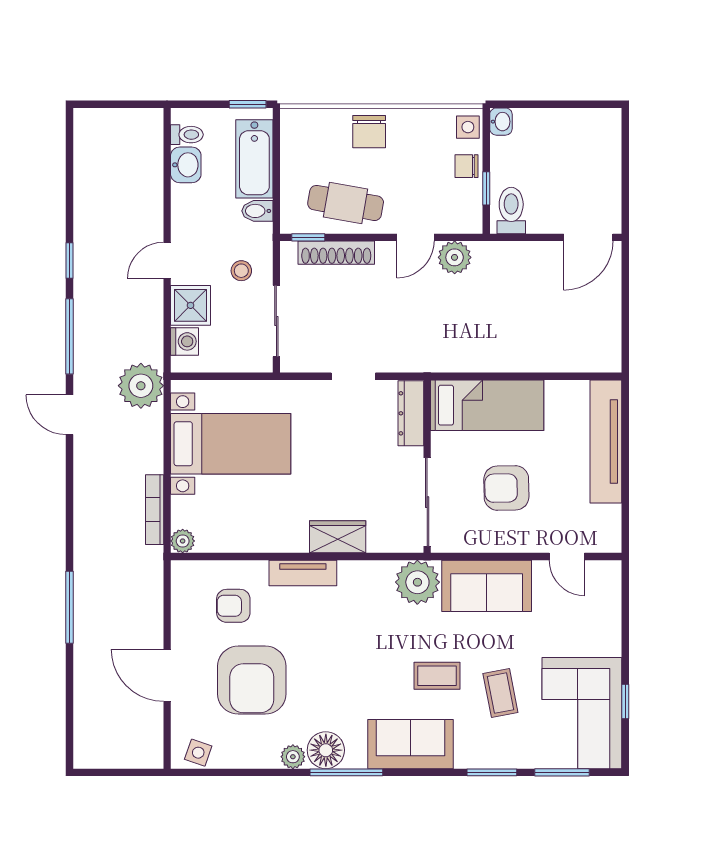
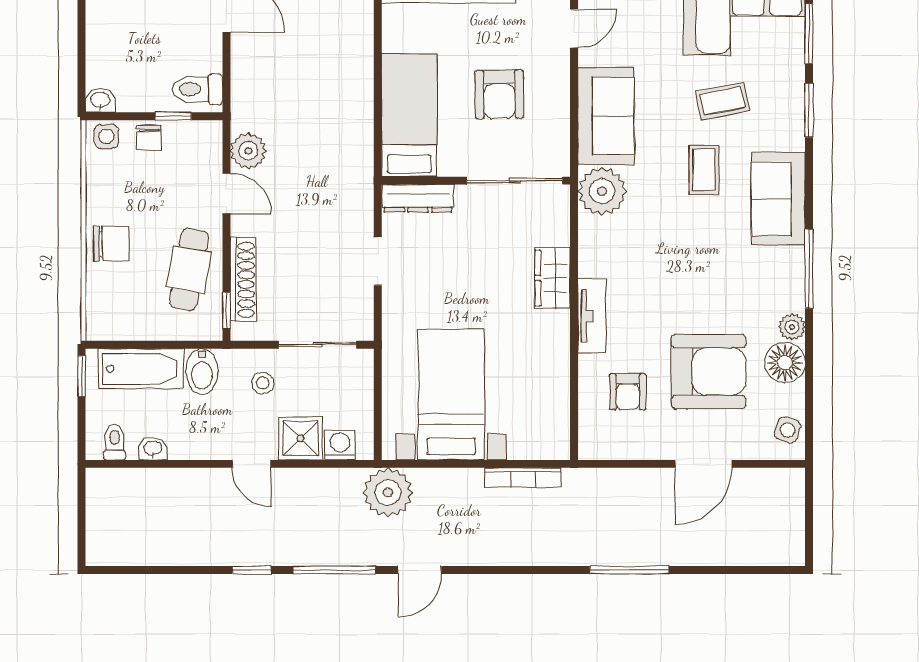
washbasin: (186, 165) -> (153, 449), width x0.72, depth x0.69
bidet: (257, 211) -> (202, 372), width x1.38, depth x1.36
plant: (183, 541) -> (557, 447), removed
floor lamp: (326, 750) -> (785, 363), moved

